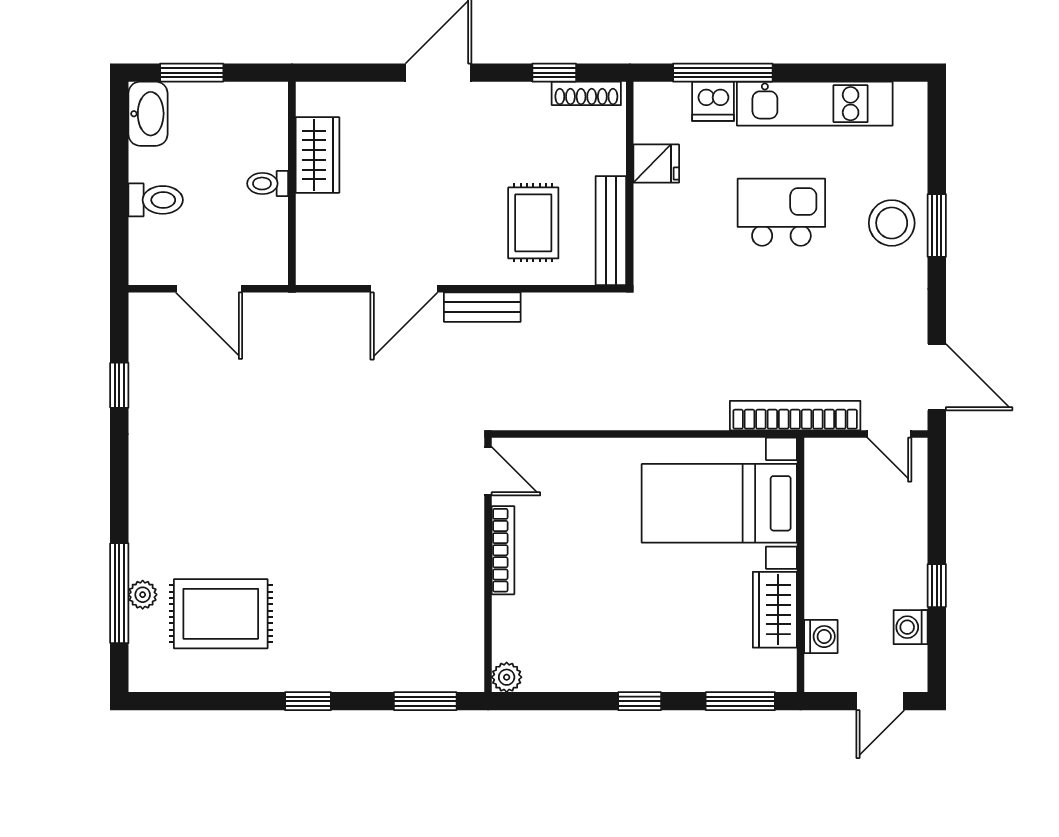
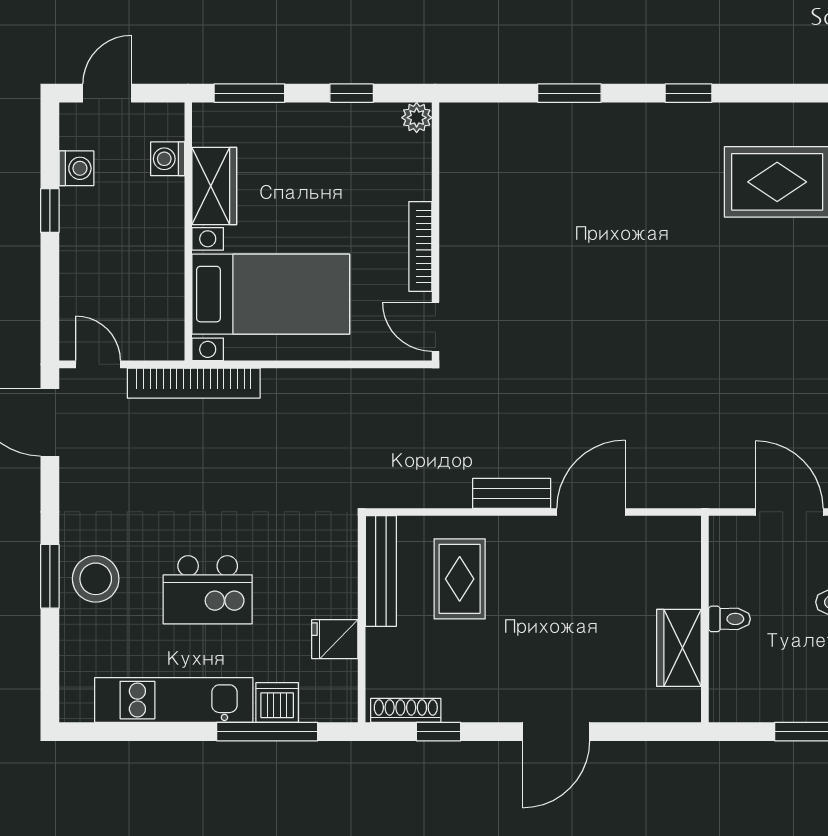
door: (488, 471) -> (435, 327), moved
bookcase: (503, 550) -> (420, 246), moved
wall: (488, 565) -> (435, 232), moved
plant: (507, 677) -> (417, 118), moved

